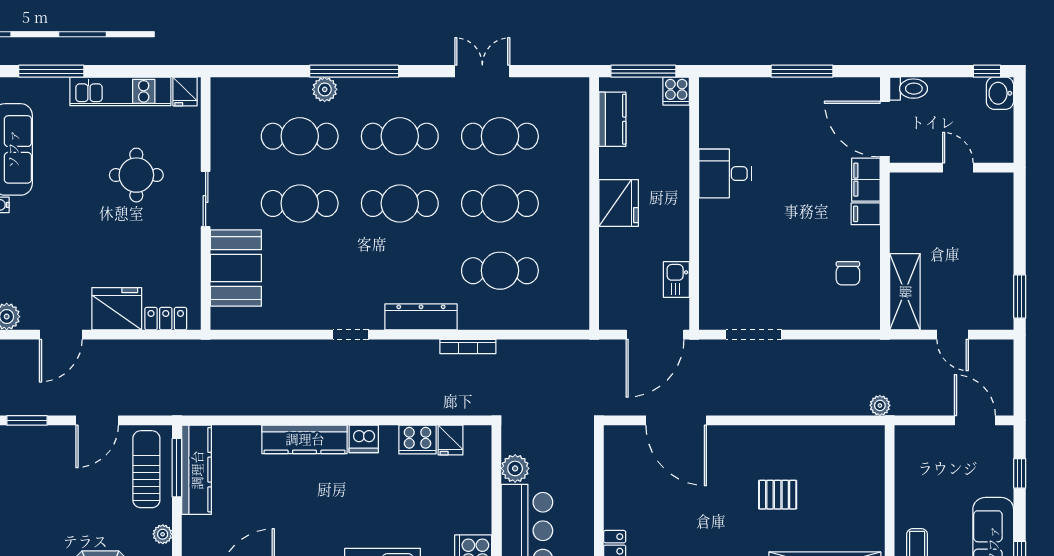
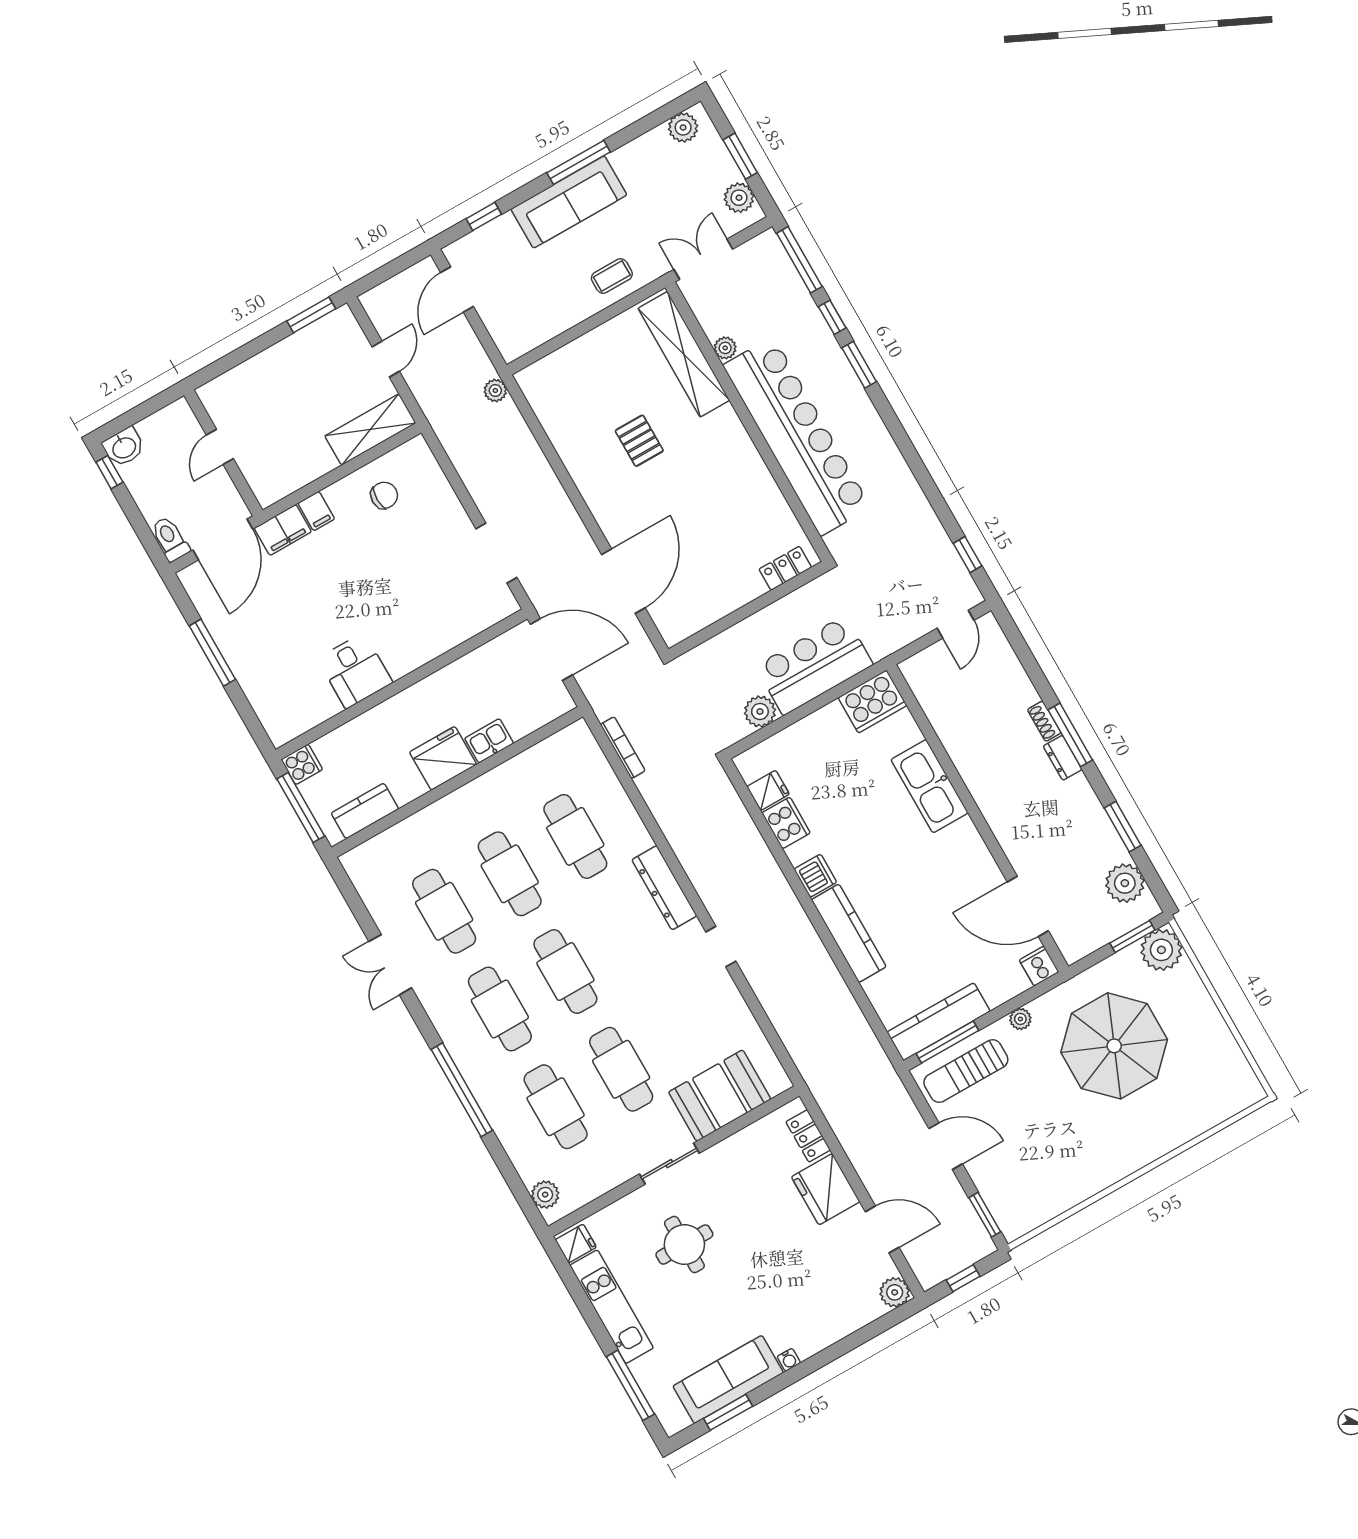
plant: (325, 89) -> (545, 1195), moved
kitchen sink: (676, 280) -> (489, 741), moved, turned 180
bookcase: (468, 346) -> (623, 748), moved

